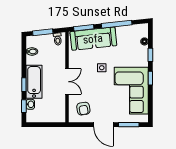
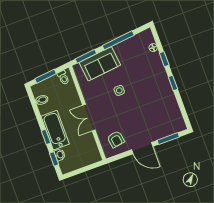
sofa: (93, 39) -> (100, 64), width x0.73
double door: (67, 82) -> (89, 118), swing flipped
corner sofa: (131, 91) -> (158, 103), removed

